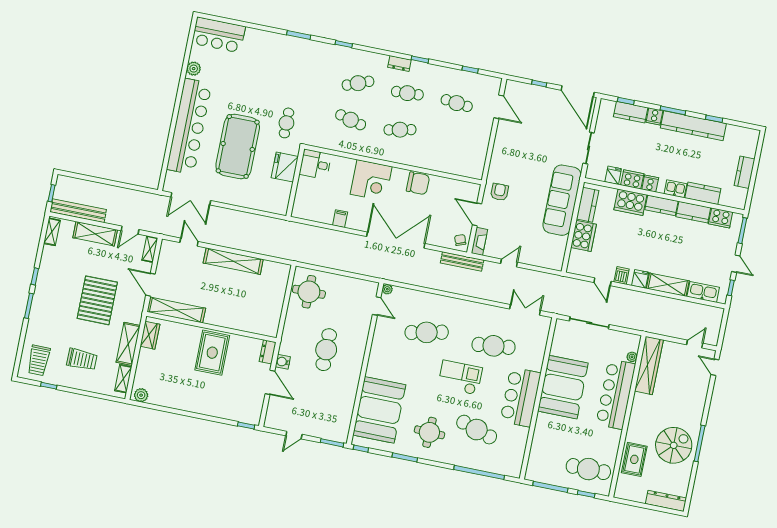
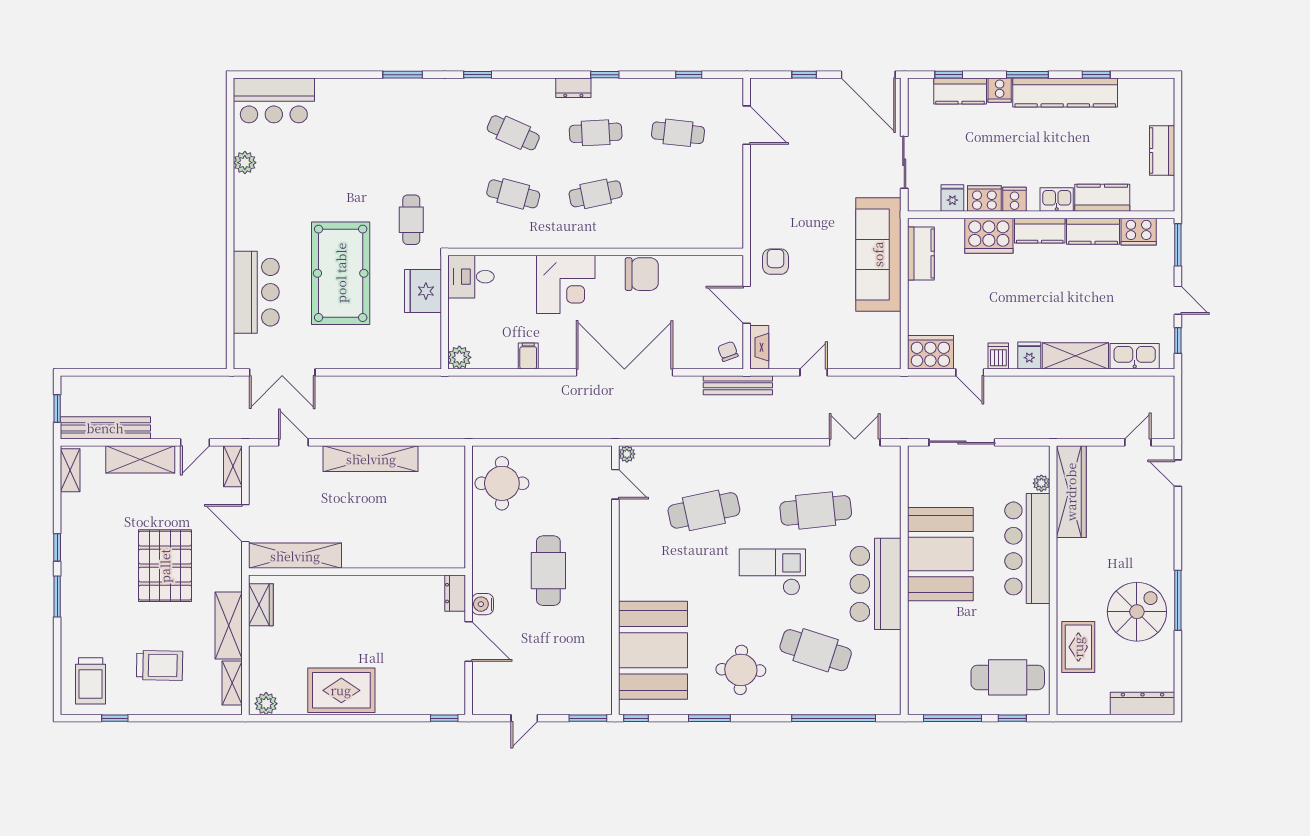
cafe table: (358, 83) -> (513, 133), turned 45
bar counter: (189, 126) -> (256, 292), width x0.54
plant: (299, 211) -> (459, 357), added
cooker: (583, 236) -> (930, 352), moved, turned -90
rug: (212, 353) -> (341, 690), moved, turned 90

